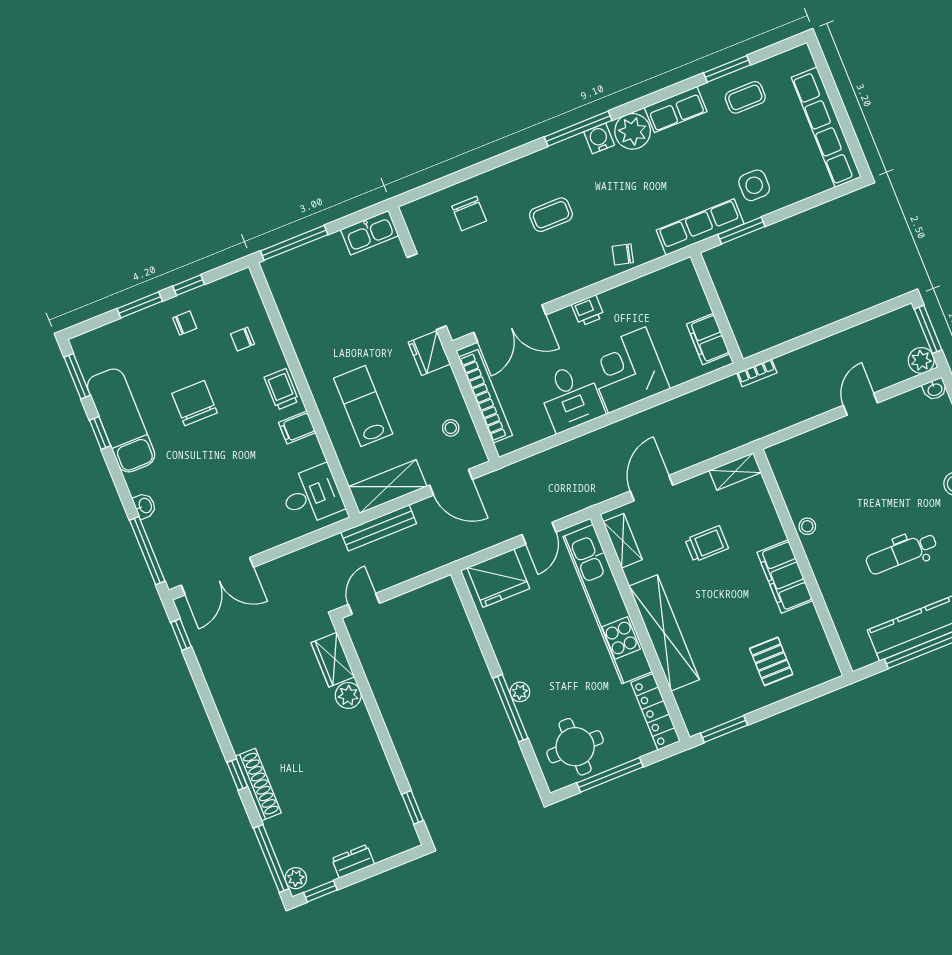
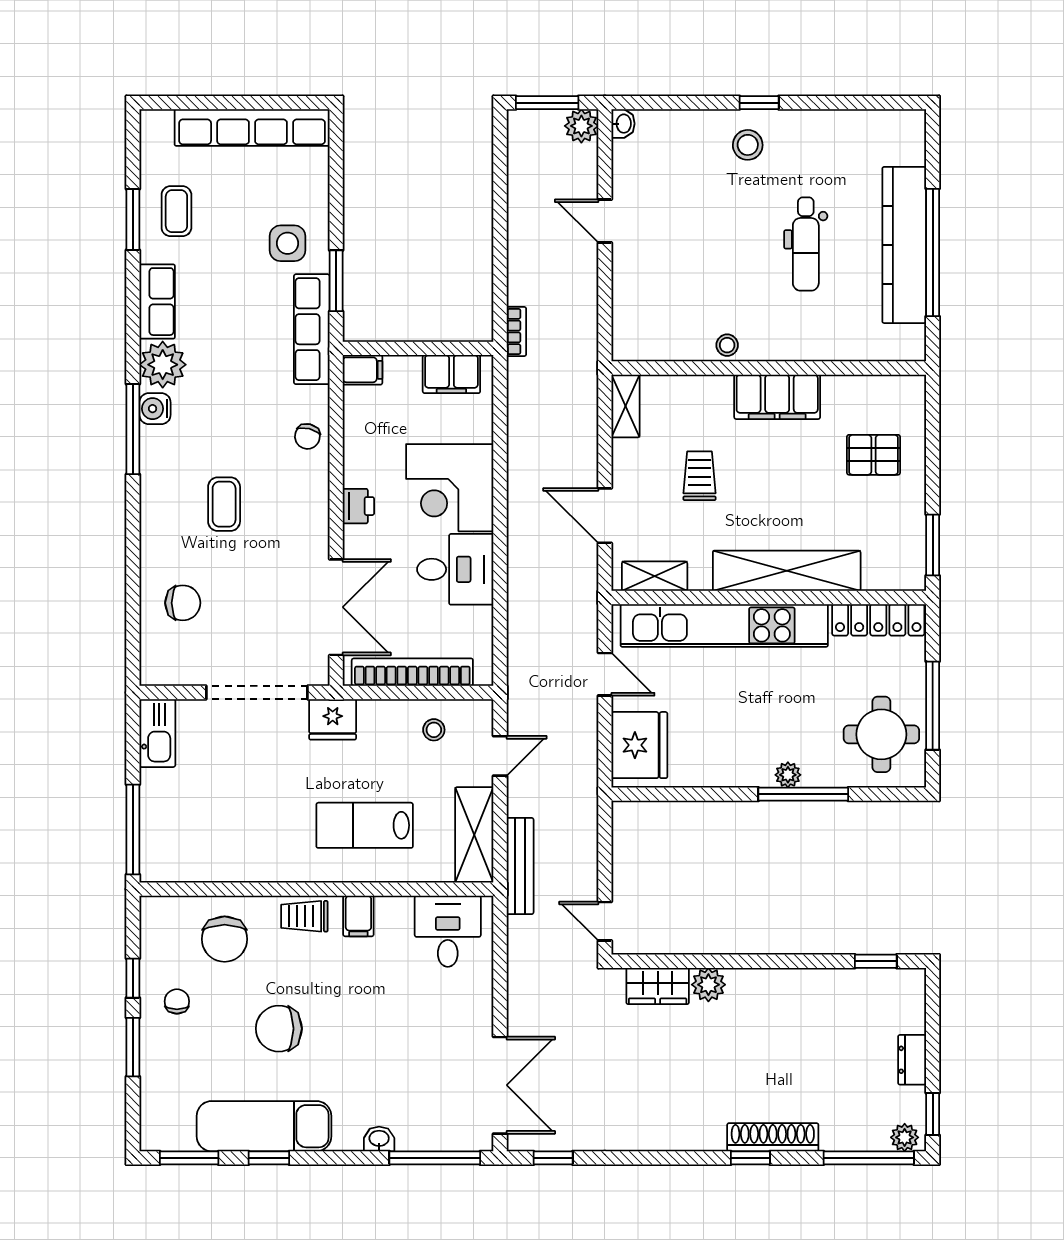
filing cabinet: (686, 275) -> (362, 370), added
chair: (243, 339) -> (225, 939), width x1.87, depth x1.87
door: (451, 482) -> (500, 756), width x0.73

